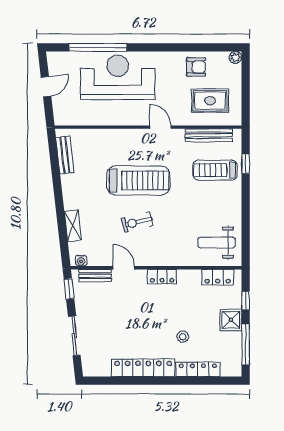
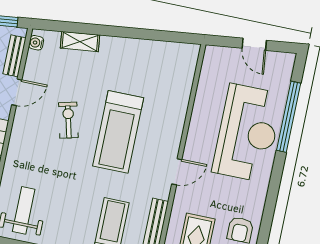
bench: (65, 155) -> (167, 50), removed

